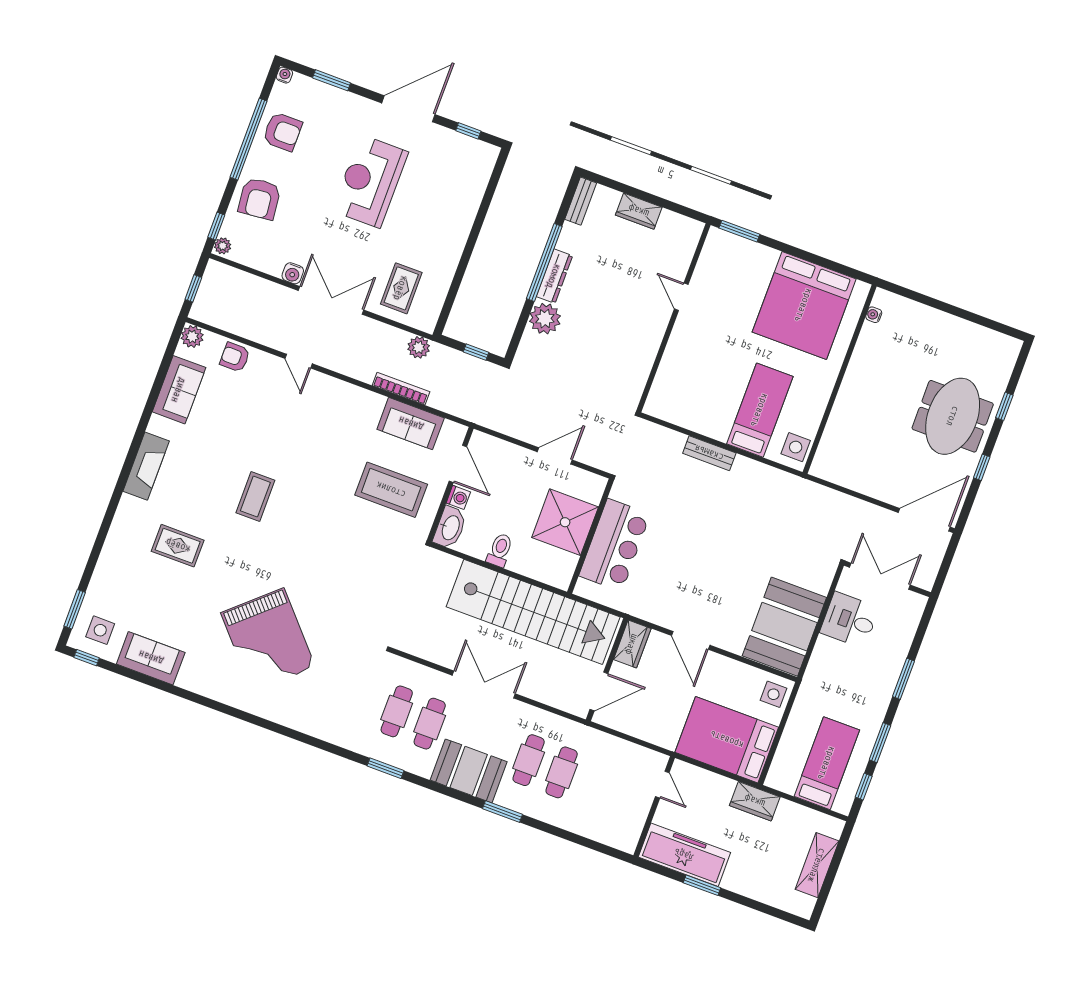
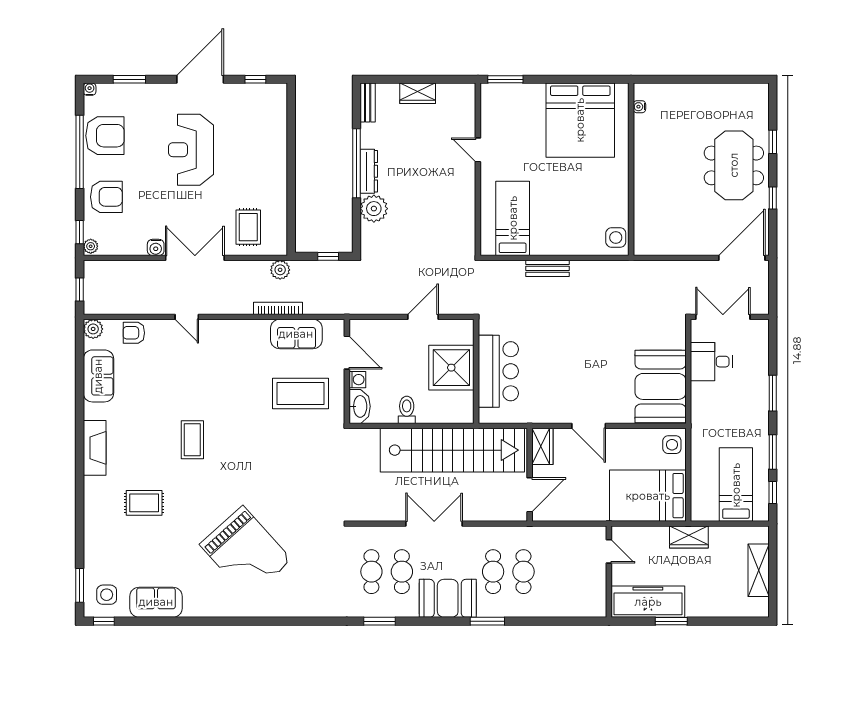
armchair: (282, 132) -> (105, 136), width x1.36, depth x1.36
armchair: (259, 199) -> (106, 197), turned -84
bed: (760, 410) -> (513, 218), moved

